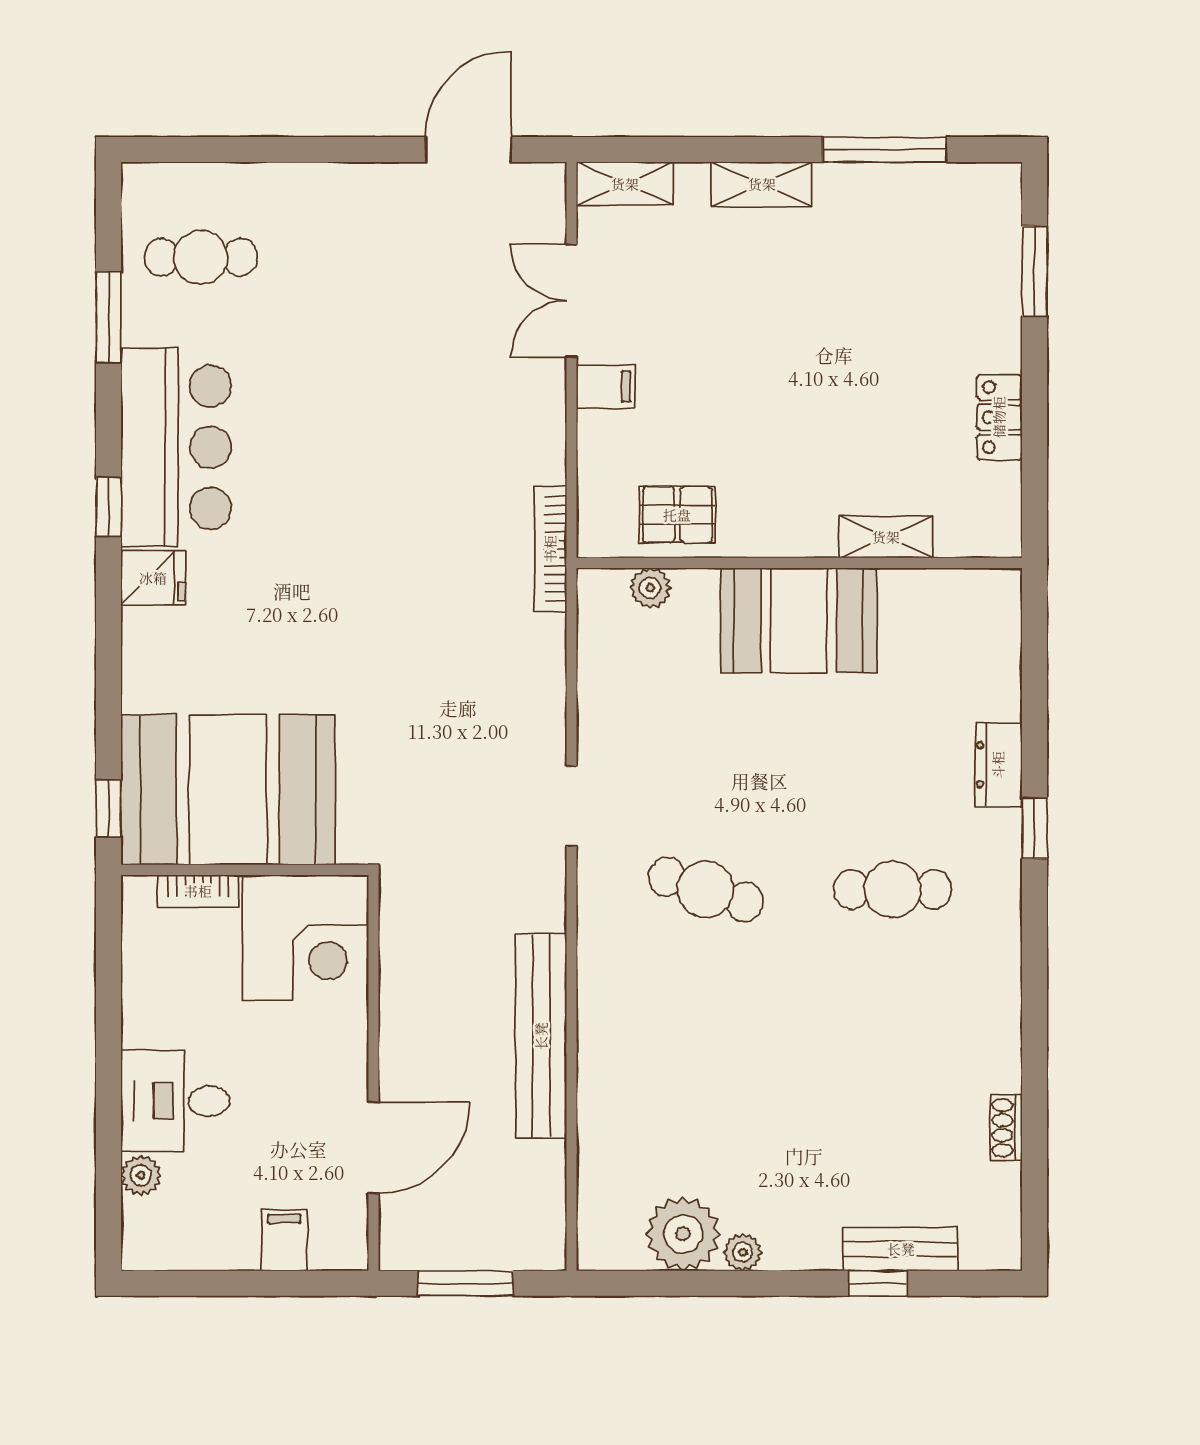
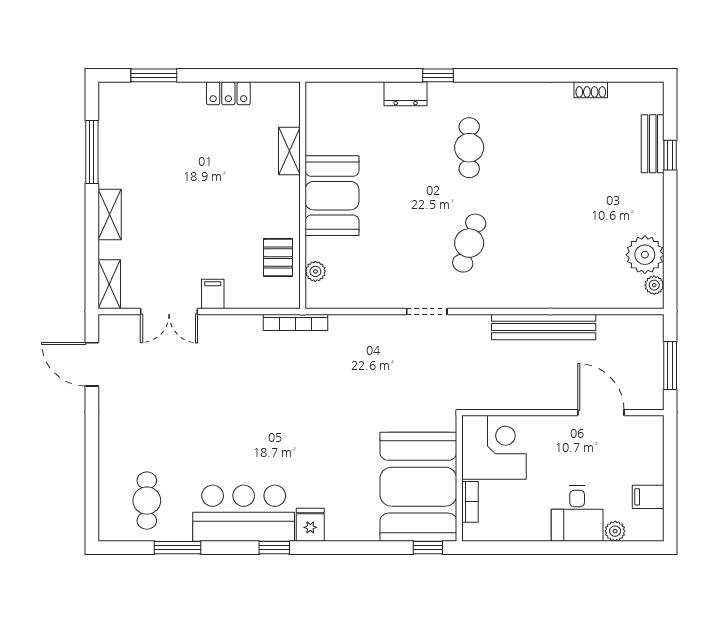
filing cabinet: (284, 1240) -> (648, 497), moved
plant: (743, 1252) -> (654, 285), moved

